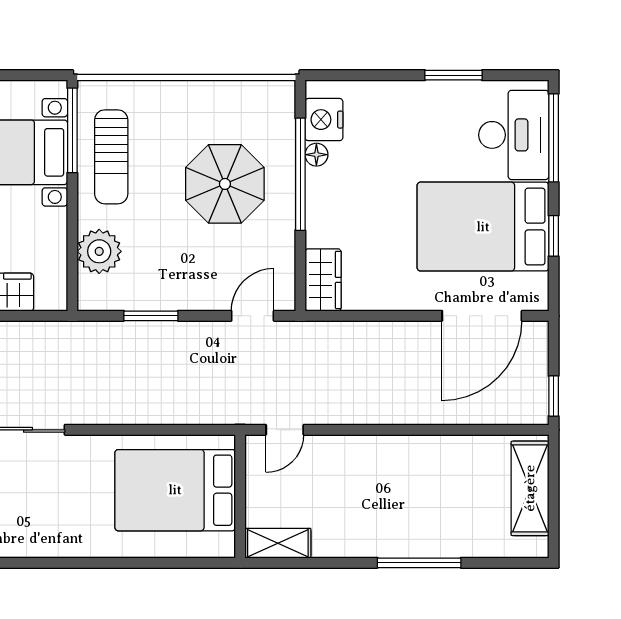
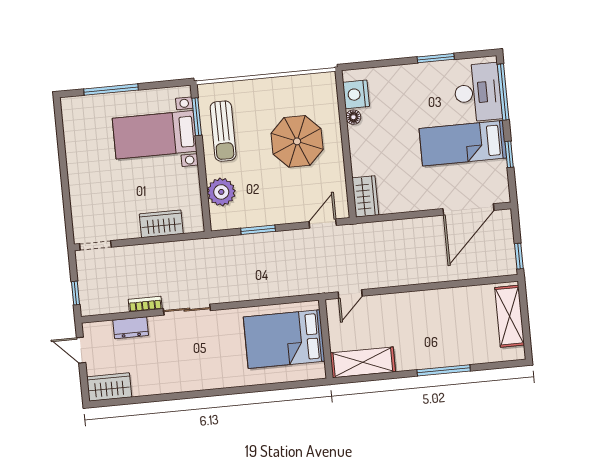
window: (72, 130) -> (197, 117), width x0.69
window: (300, 174) -> (344, 131), removed
bed: (483, 227) -> (463, 143), width x0.67
shelving: (278, 543) -> (363, 362), width x1.50, depth x1.33

